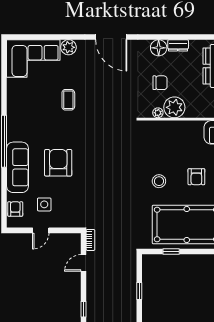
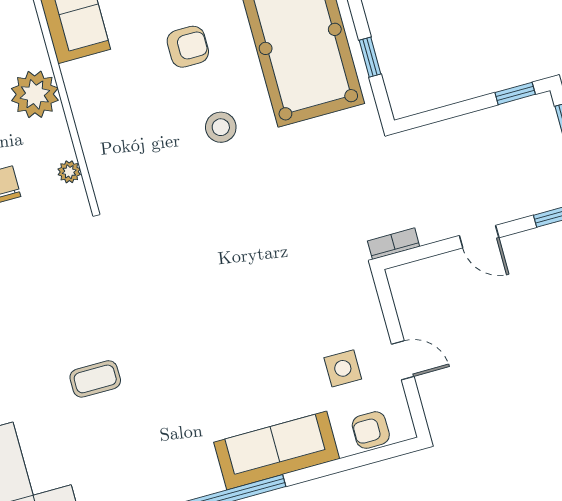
plant: (174, 107) -> (35, 94), moved
armchair: (58, 163) -> (242, 363), removed
door: (84, 263) -> (479, 237), moved
window: (139, 291) -> (515, 93), moved

